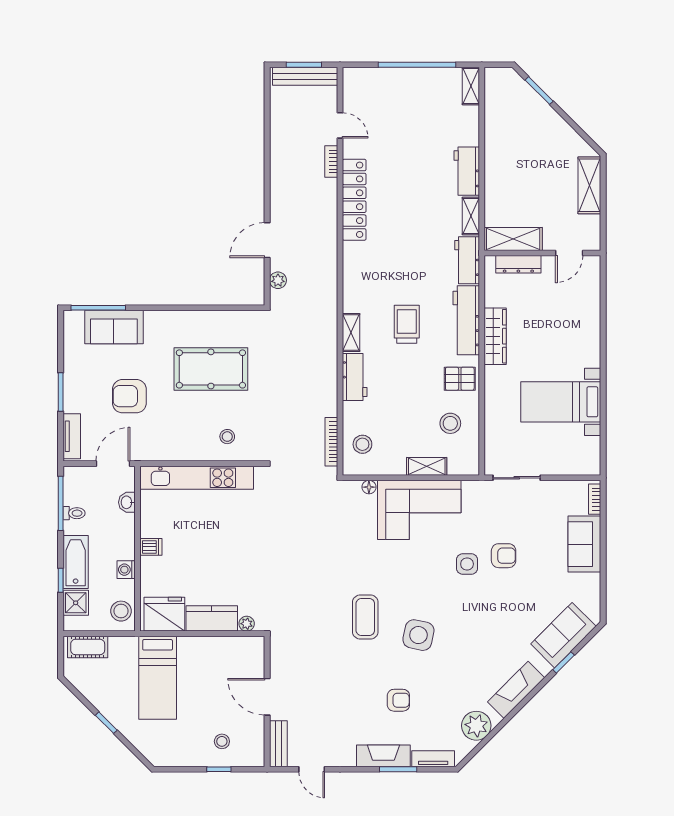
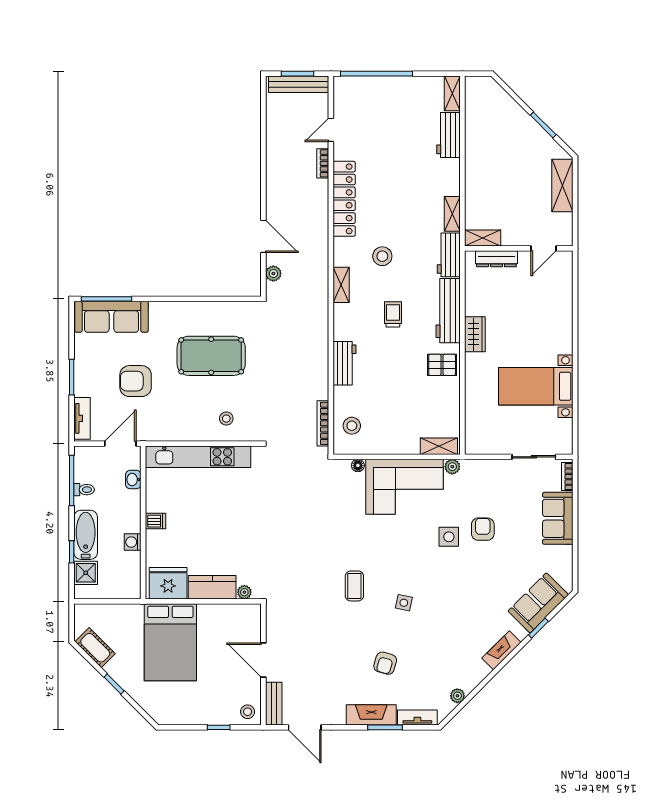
window: (417, 65) -> (377, 74), moved
window: (539, 91) -> (543, 125), moved
door: (340, 125) -> (331, 130), swing flipped
workbench: (467, 171) -> (449, 135), moved
shelving: (513, 239) -> (483, 238), width x0.67, depth x0.75
door: (267, 240) -> (263, 236), swing flipped
trolley: (407, 324) -> (393, 314), width x0.73, depth x0.72
sofa: (114, 327) -> (111, 317), width x1.36
shelving: (351, 333) -> (341, 285), moved
wardrobe: (495, 336) -> (475, 334), width x0.67
stool: (450, 423) -> (382, 256), moved
shelving: (427, 466) -> (439, 446), moved
sliding door: (517, 478) -> (534, 457), moved
plant: (471, 488) -> (452, 467), added
armchair: (504, 556) -> (483, 529), turned -90
stool: (121, 611) -> (128, 580), removed
coffee table: (365, 617) -> (354, 586), width x0.73, depth x0.77
side table: (418, 635) -> (404, 603), width x0.54, depth x0.54
cot: (88, 647) -> (95, 648), moved, turned 45
bed: (158, 678) -> (170, 642), width x1.50
fireplace: (516, 690) -> (501, 650), width x0.73, depth x0.76
armchair: (398, 700) -> (385, 663), turned 106
plant: (476, 726) -> (457, 696), width x0.53, depth x0.53
stool: (222, 741) -> (248, 712), moved
door: (312, 769) -> (305, 727), width x1.38

